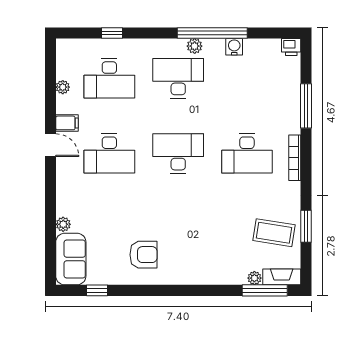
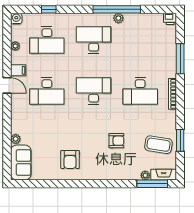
plant: (195, 46) -> (118, 18), moved
water cooler: (234, 47) -> (16, 19), moved
armchair: (212, 227) -> (116, 141), added
armchair: (144, 255) -> (70, 159), turned 90
window: (97, 290) -> (39, 184), removed

